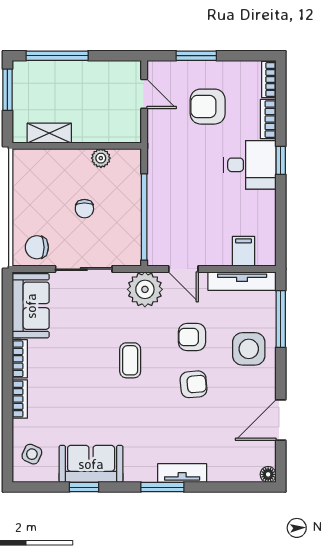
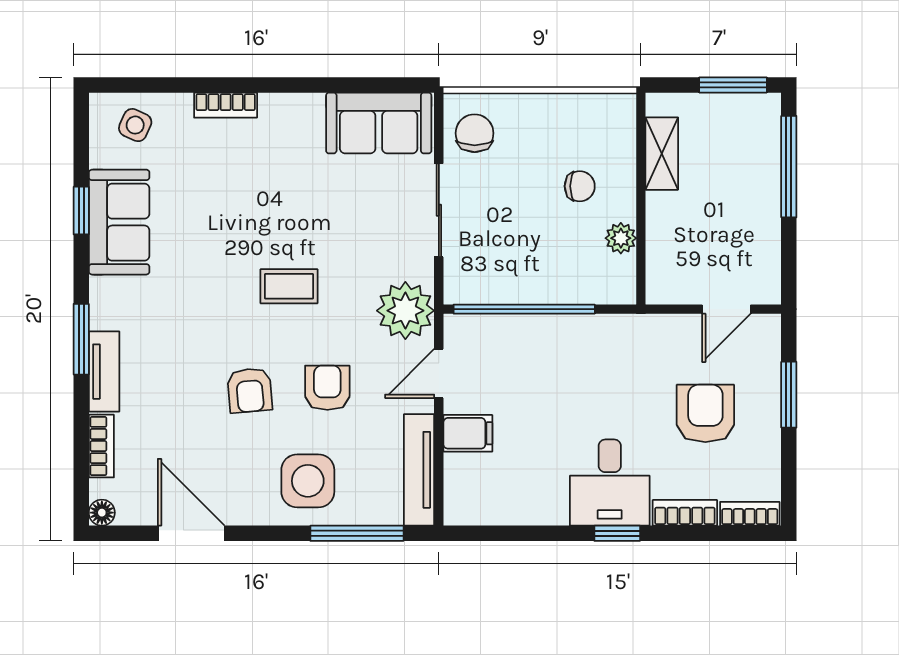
chair: (84, 209) -> (580, 186), moved, turned 180
filing cabinet: (243, 251) -> (468, 433), moved
bookcase: (20, 359) -> (101, 446), moved, turned -90

